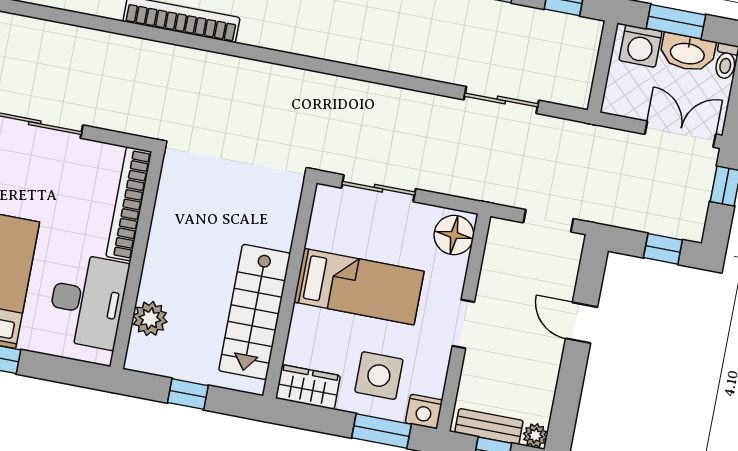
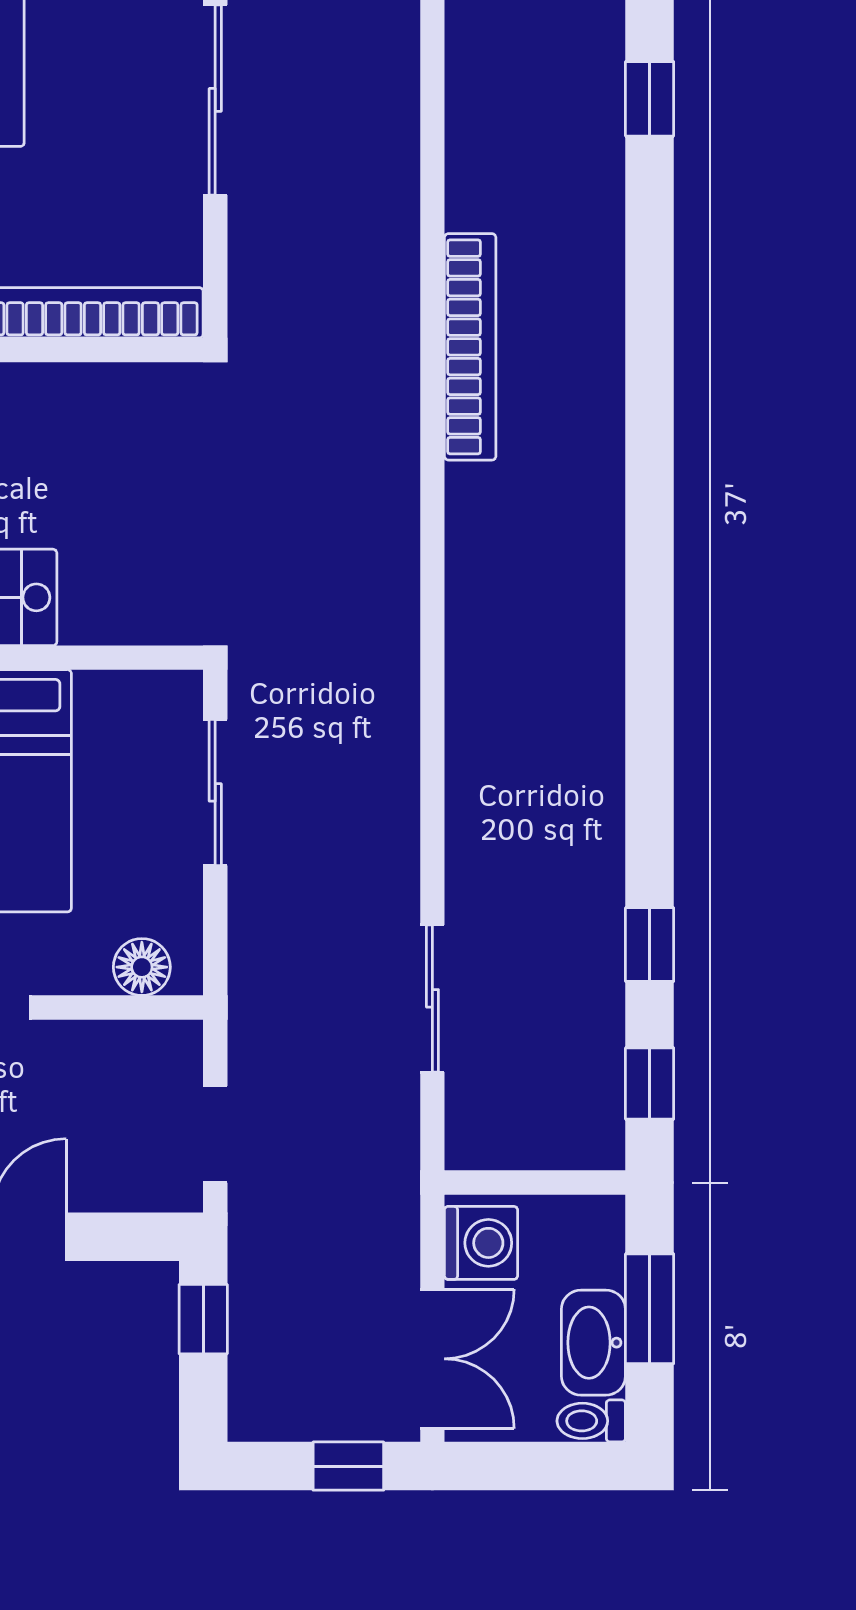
washing machine: (640, 46) -> (481, 1243), moved, turned 180
floor lamp: (454, 235) -> (142, 967), width x0.73, depth x0.73
window: (663, 249) -> (203, 1319), moved

